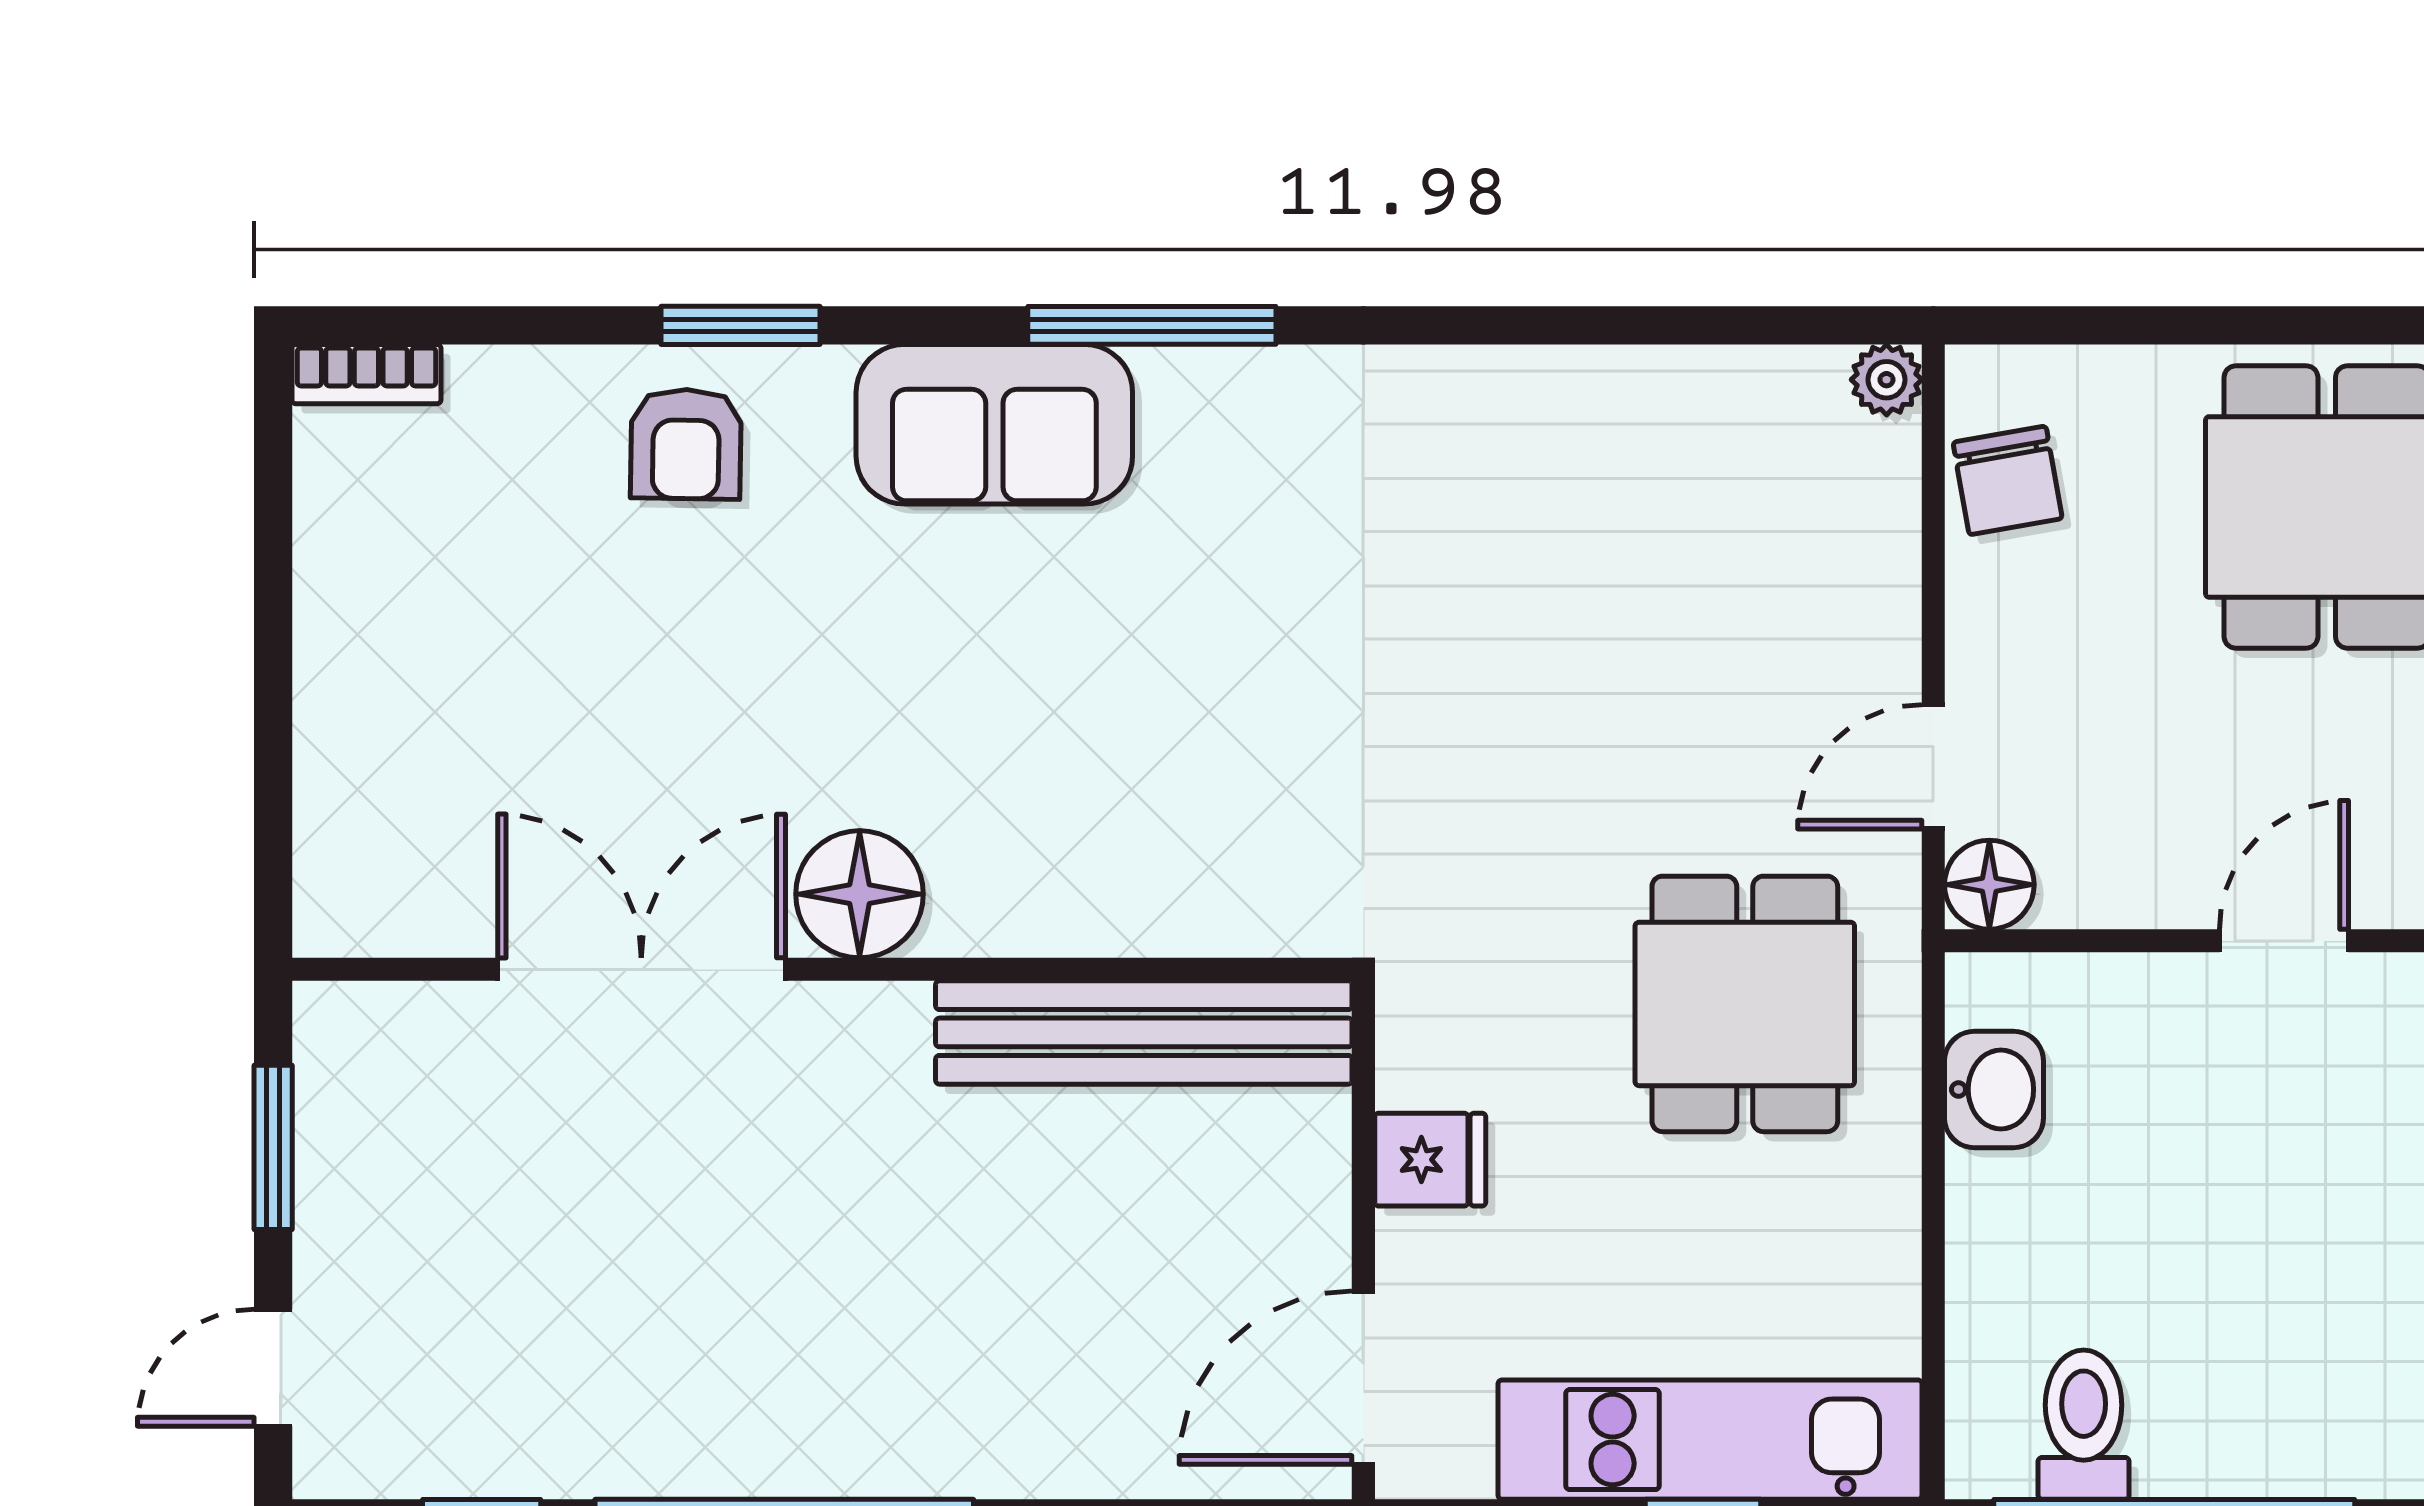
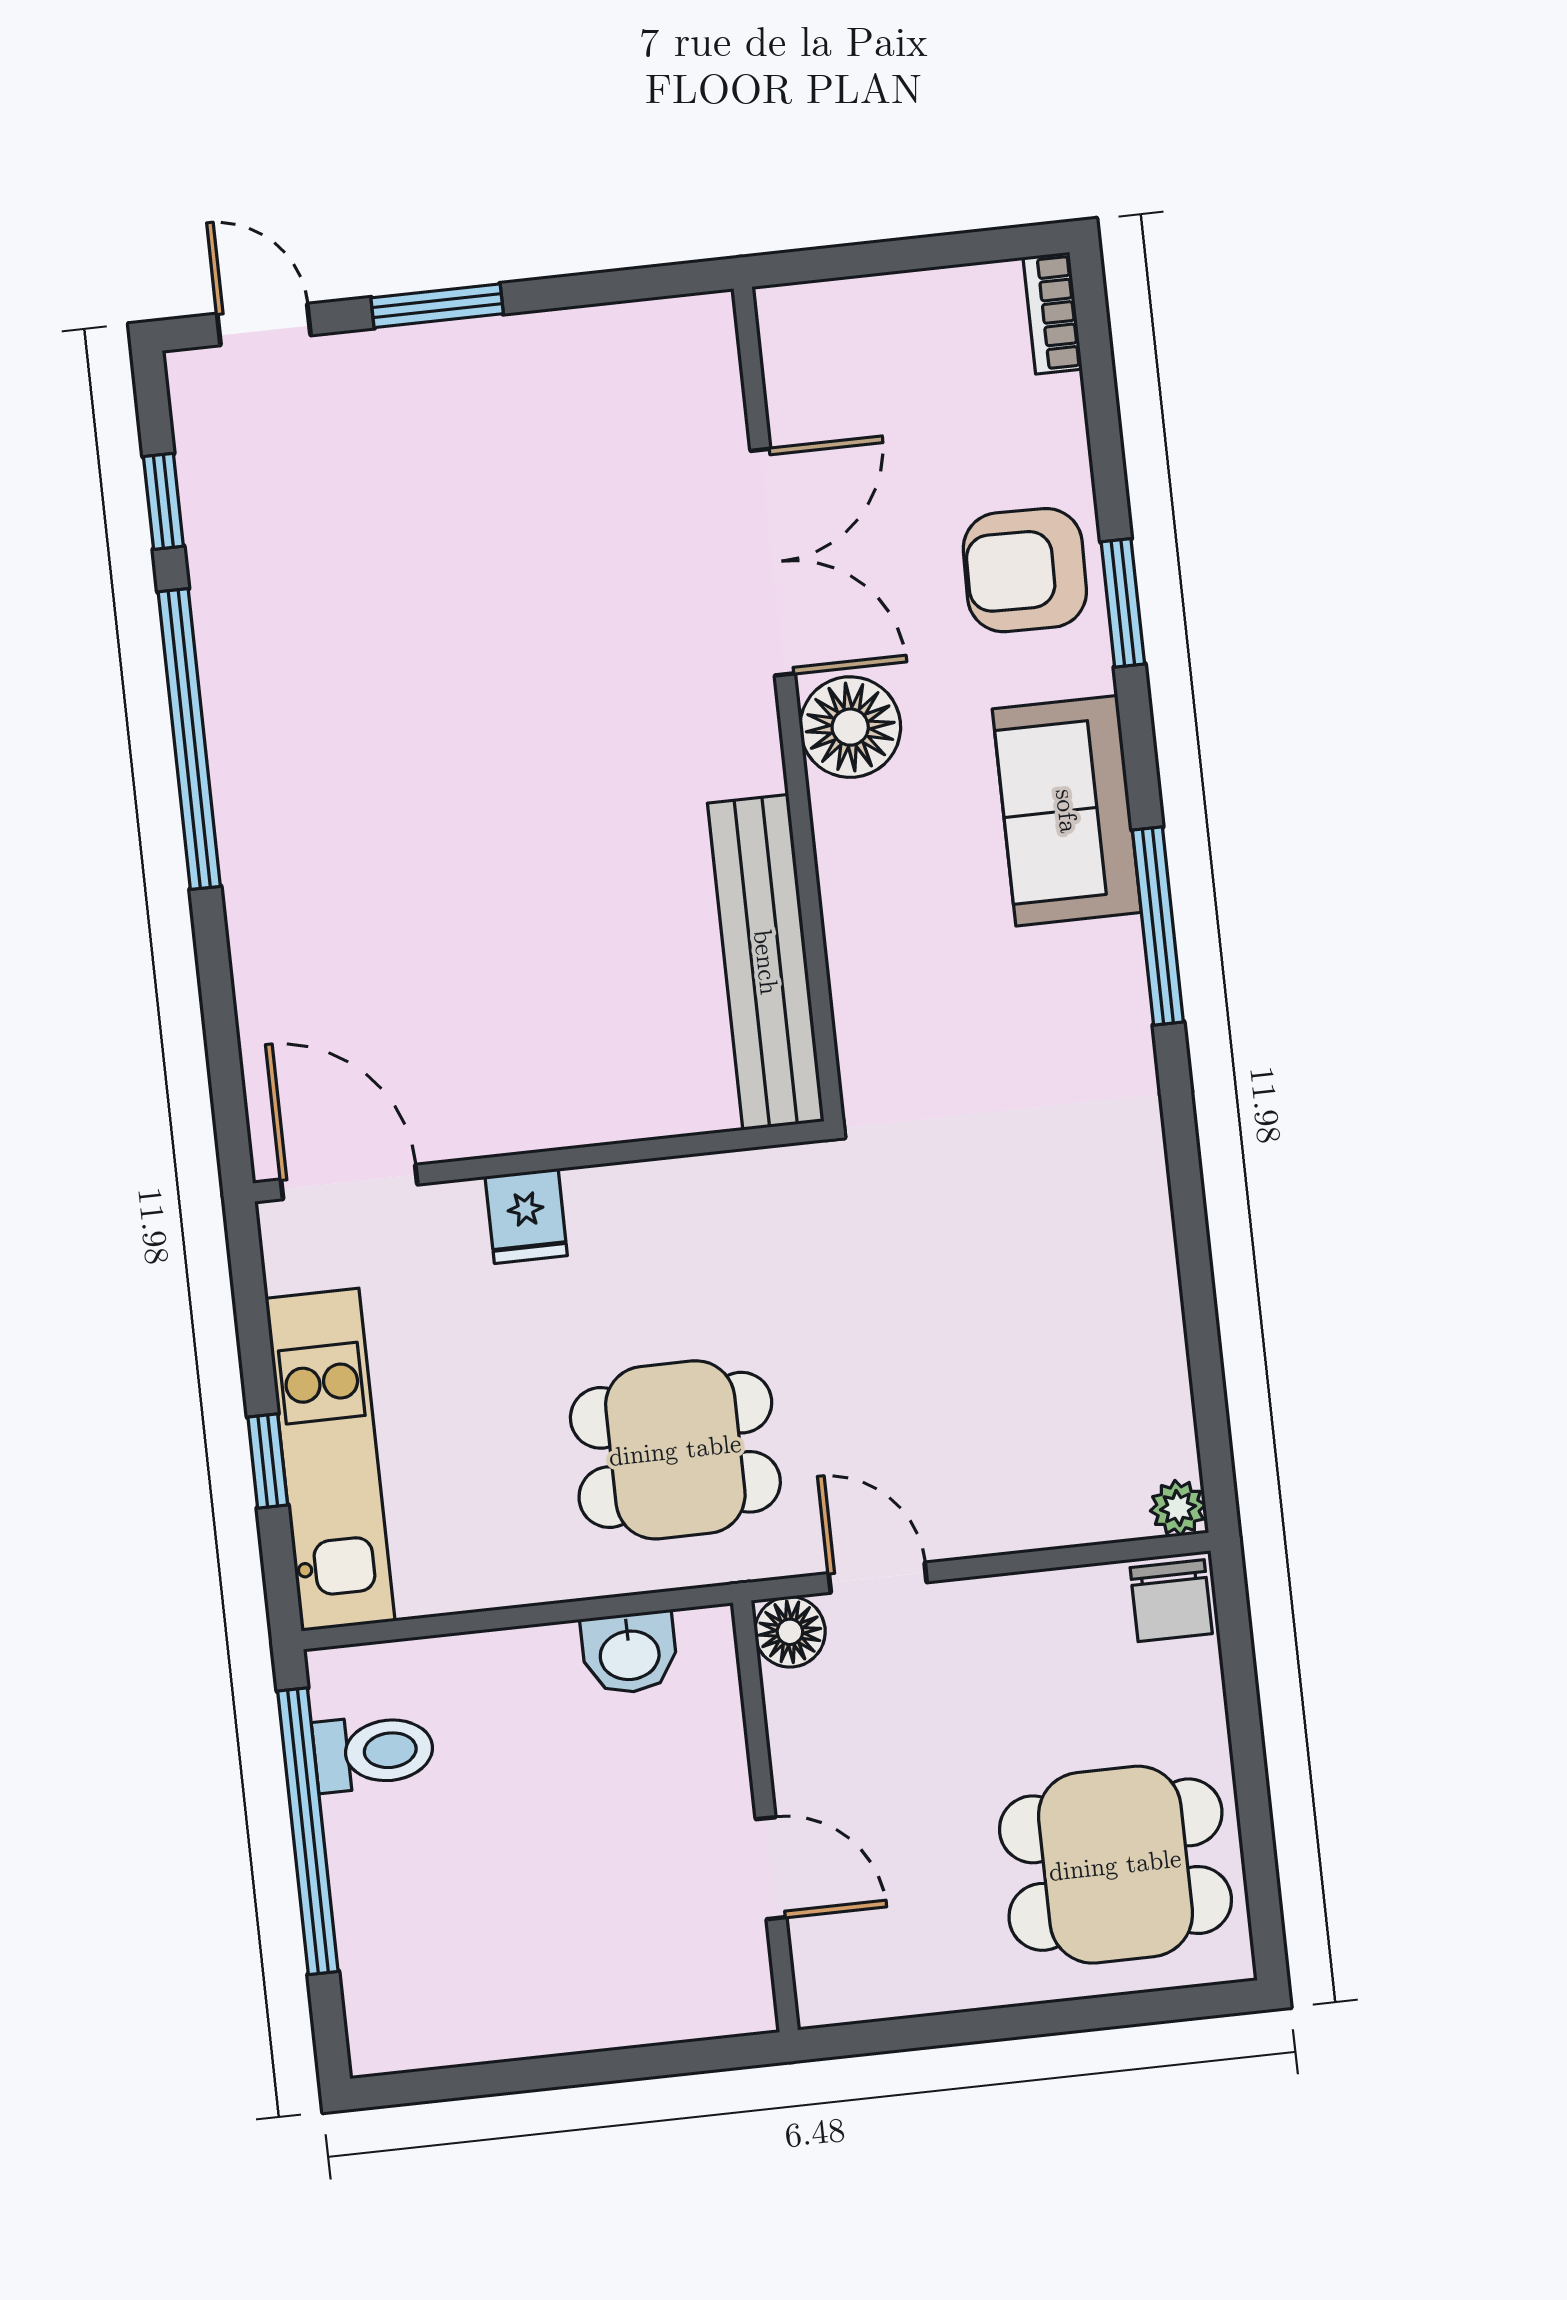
armchair: (686, 444) -> (1025, 570), width x1.38, depth x1.38
chair: (2008, 480) -> (1171, 1601), moved, turned -80
floor lamp: (860, 894) -> (850, 727), moved
double door: (641, 969) -> (773, 562), moved
wall: (822, 969) -> (788, 704), moved
bench: (1144, 1032) -> (766, 962), moved

